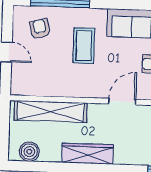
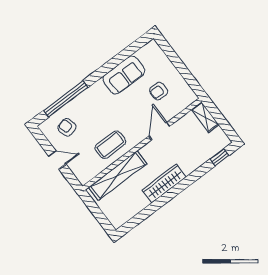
coffee table: (84, 46) -> (110, 145), moved, turned 90
boiler: (29, 152) -> (125, 213), removed

